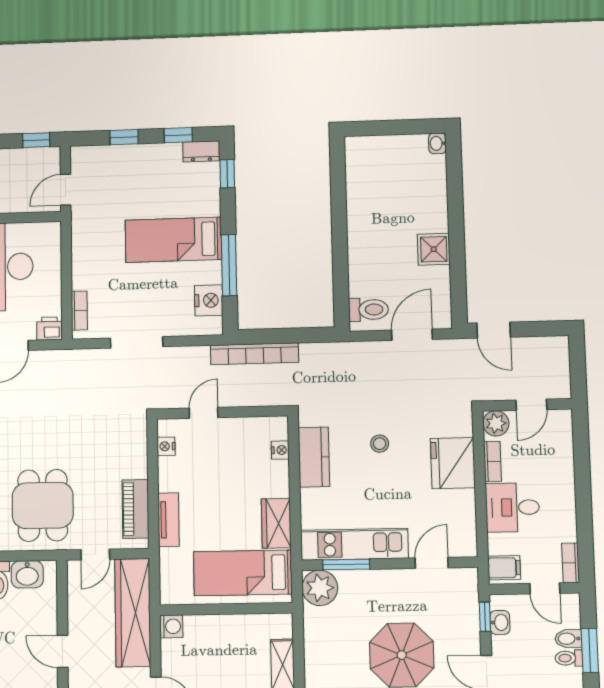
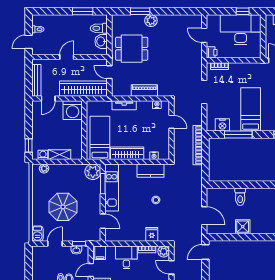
toilet: (368, 310) -> (240, 197), moved
fridge: (453, 463) -> (152, 234), width x0.53, depth x0.75
piano: (135, 509) -> (144, 90), moved
wardrobe: (276, 523) -> (127, 153), width x1.50
washing machine: (171, 626) -> (73, 110), width x1.89, depth x1.89

